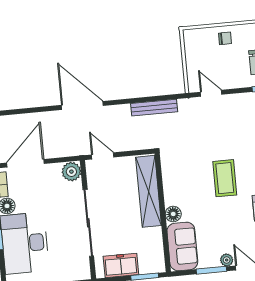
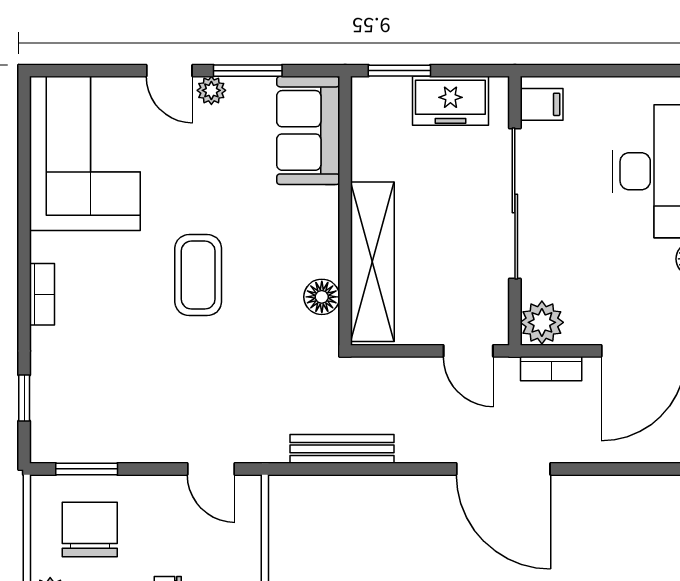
bookcase: (65, 152) -> (551, 369), added
floor lamp: (173, 214) -> (322, 297), moved
filing cabinet: (81, 268) -> (542, 104), added

